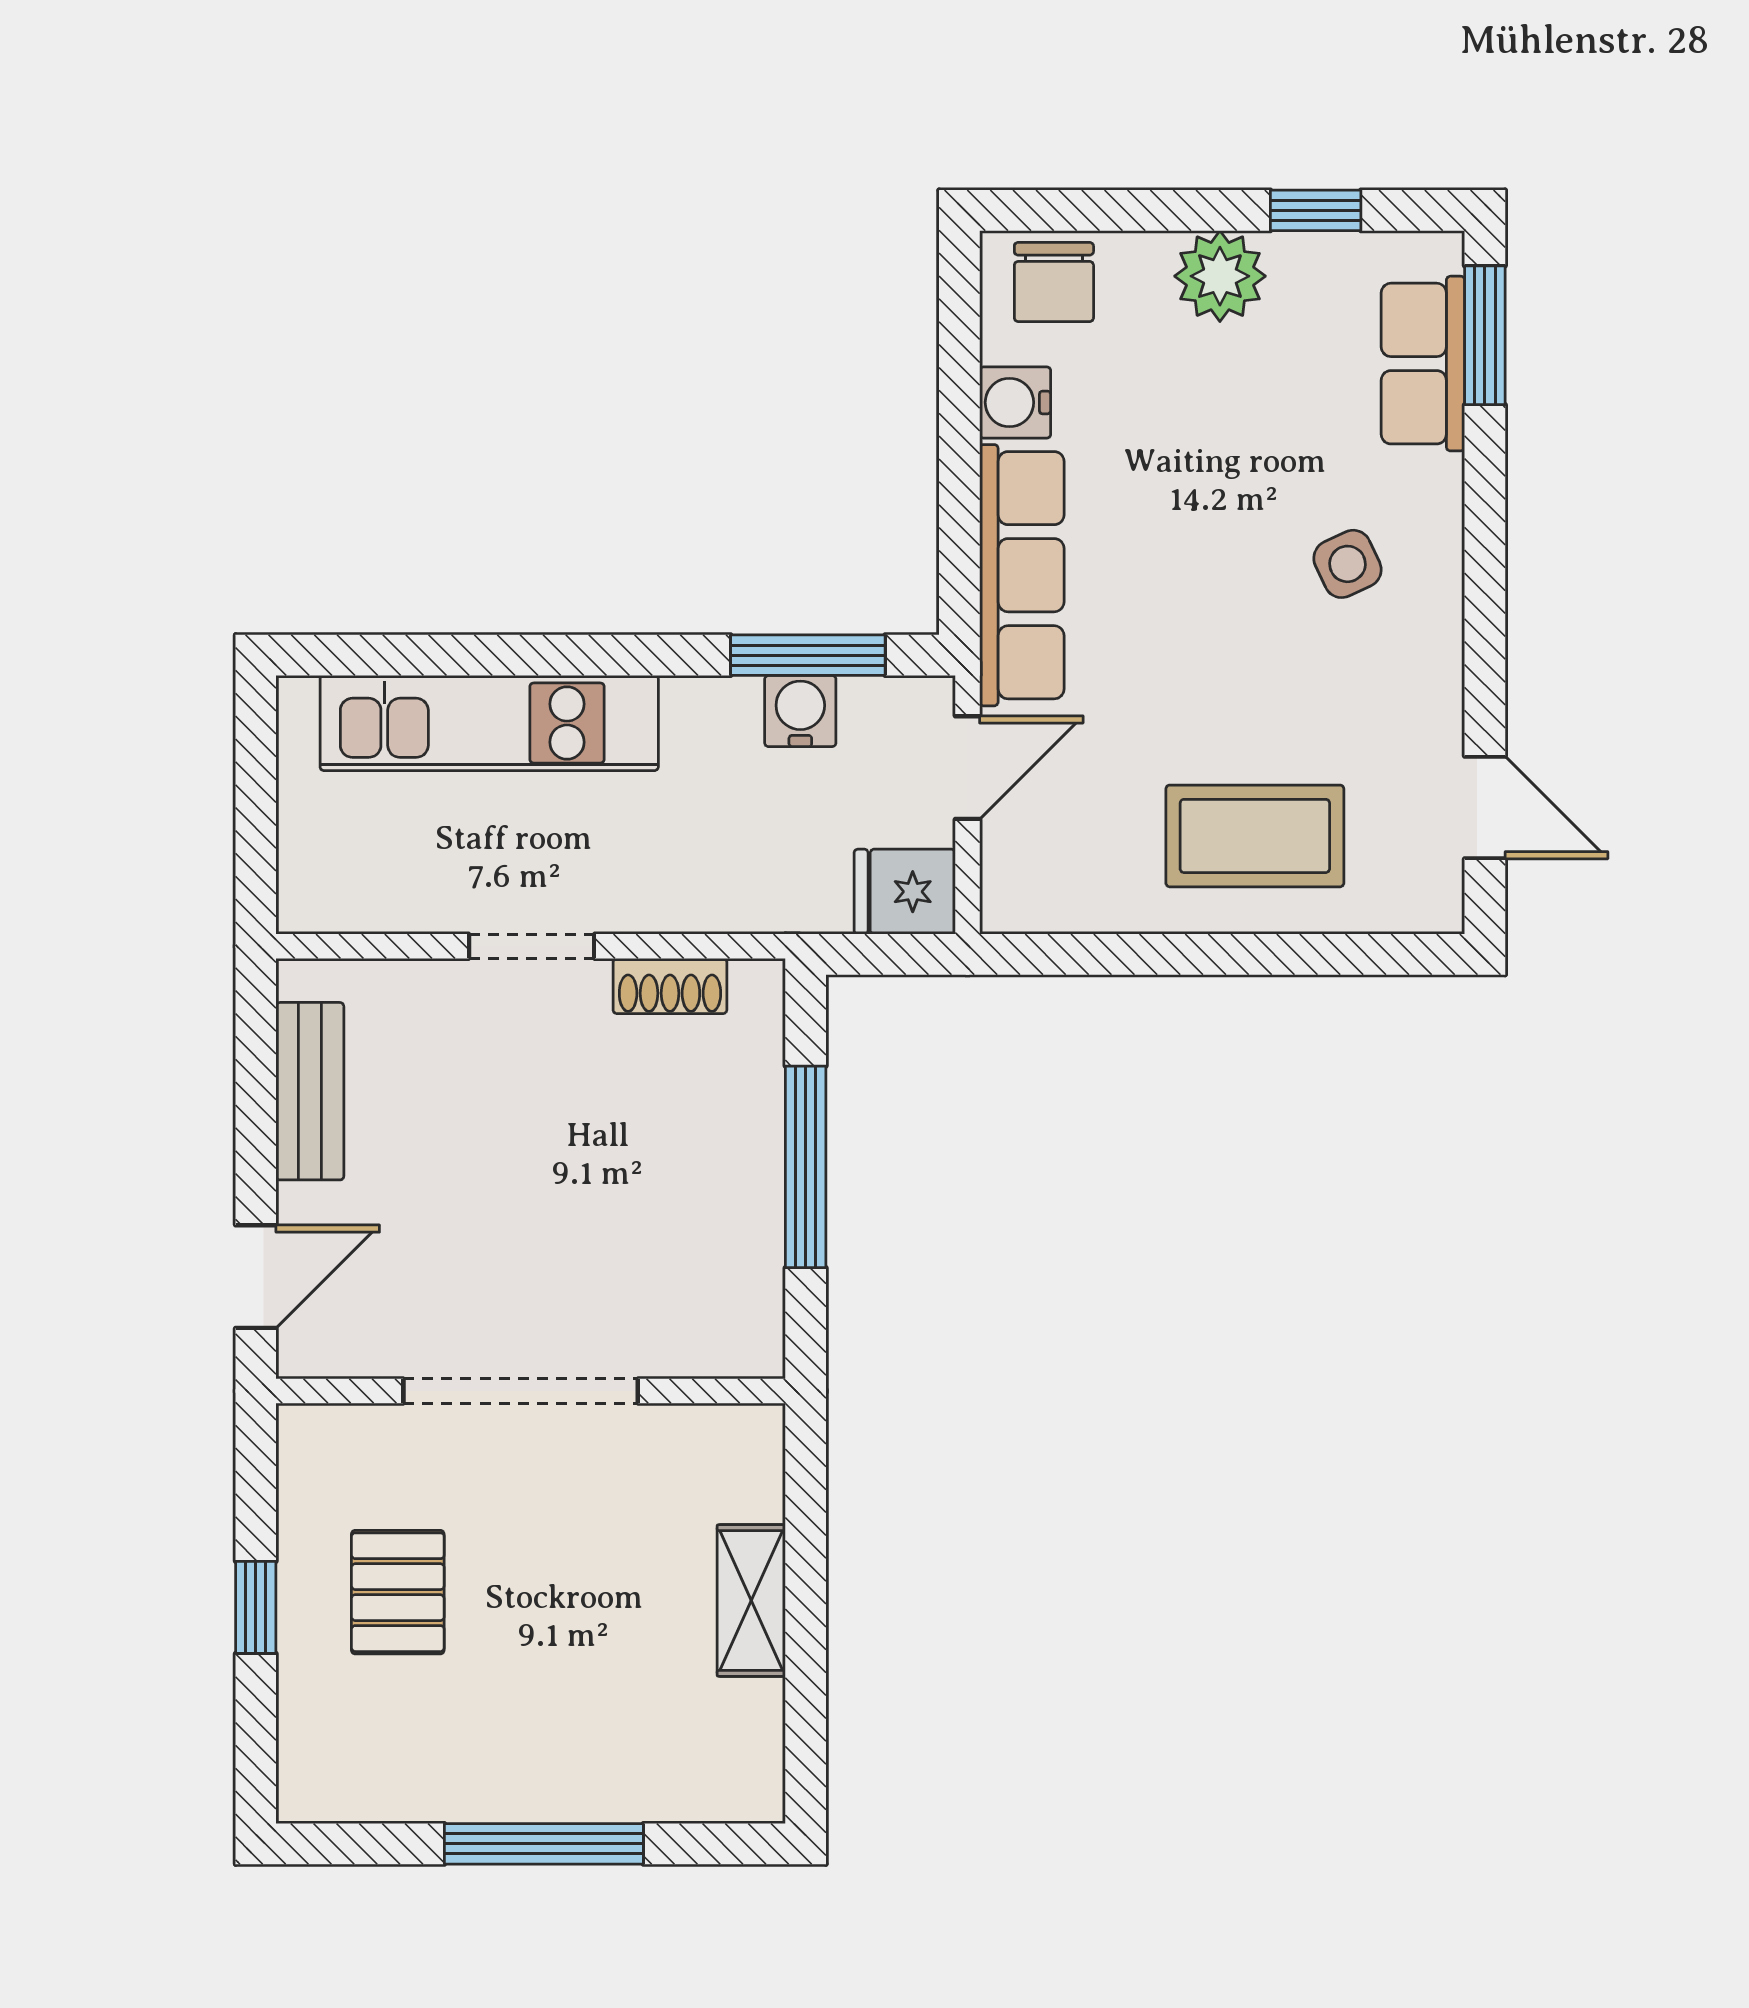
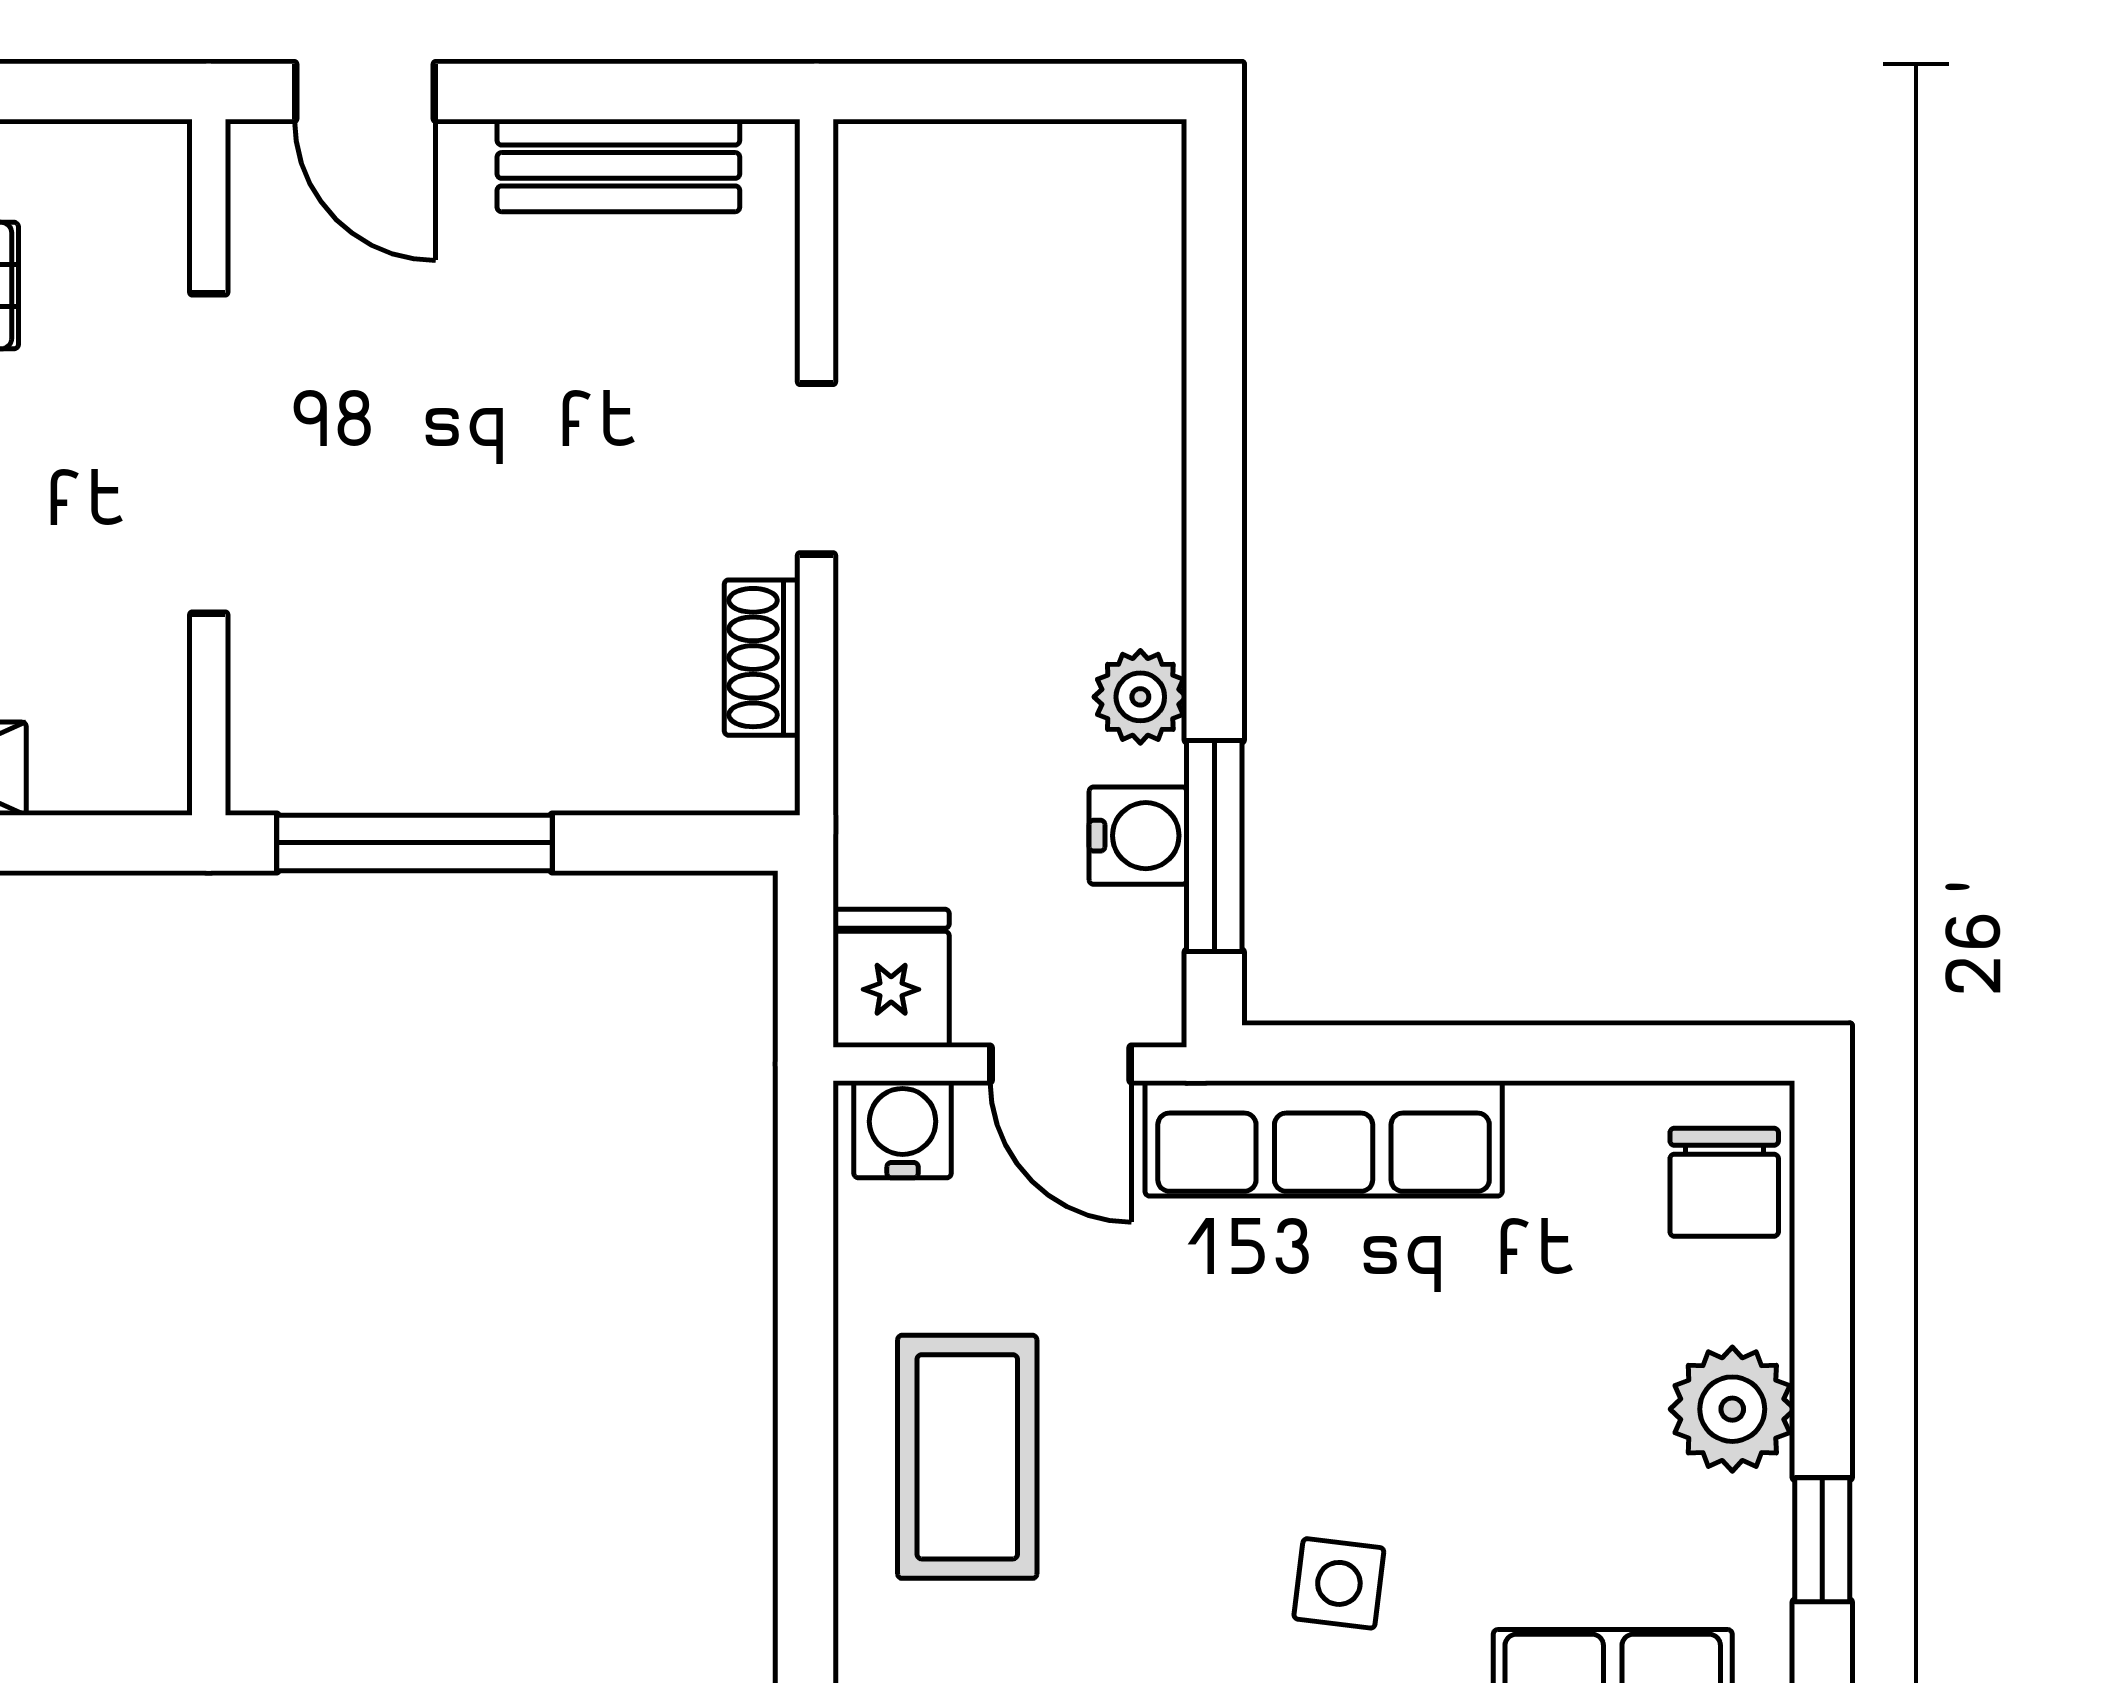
chair: (1054, 282) -> (1724, 1182), turned -90
water cooler: (1015, 402) -> (903, 1129), moved
side table: (1347, 564) -> (1339, 1583), turned 32
plant: (699, 709) -> (1140, 697), added
kitchen unit: (489, 723) -> (1122, 410), removed
window: (806, 1167) -> (415, 843), moved

